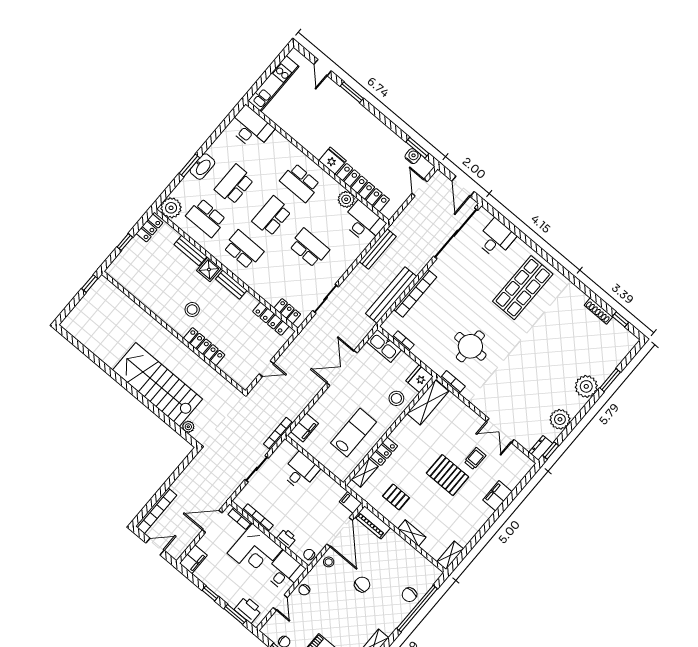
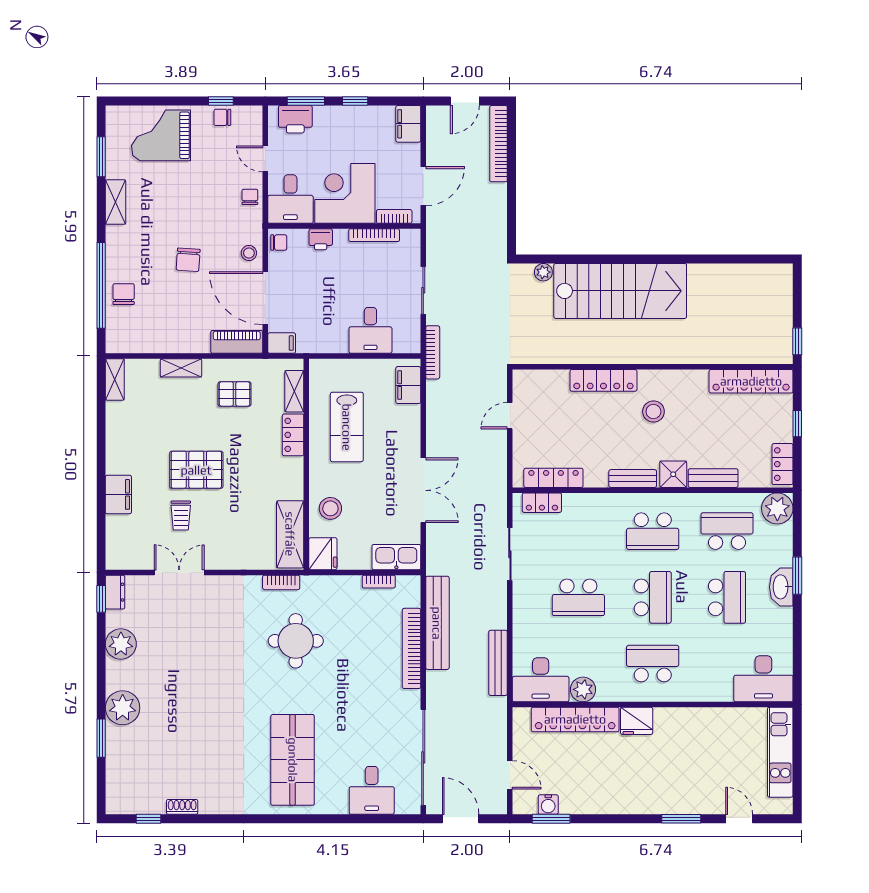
locker: (130, 283) -> (751, 381), added
shoe rack: (598, 311) -> (182, 807), width x0.70

